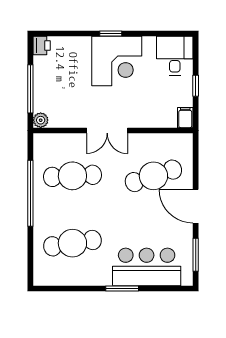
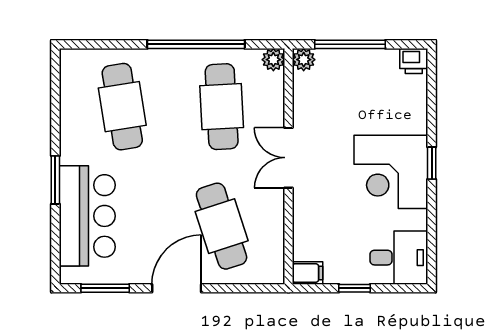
plant: (41, 141) -> (273, 60), added

